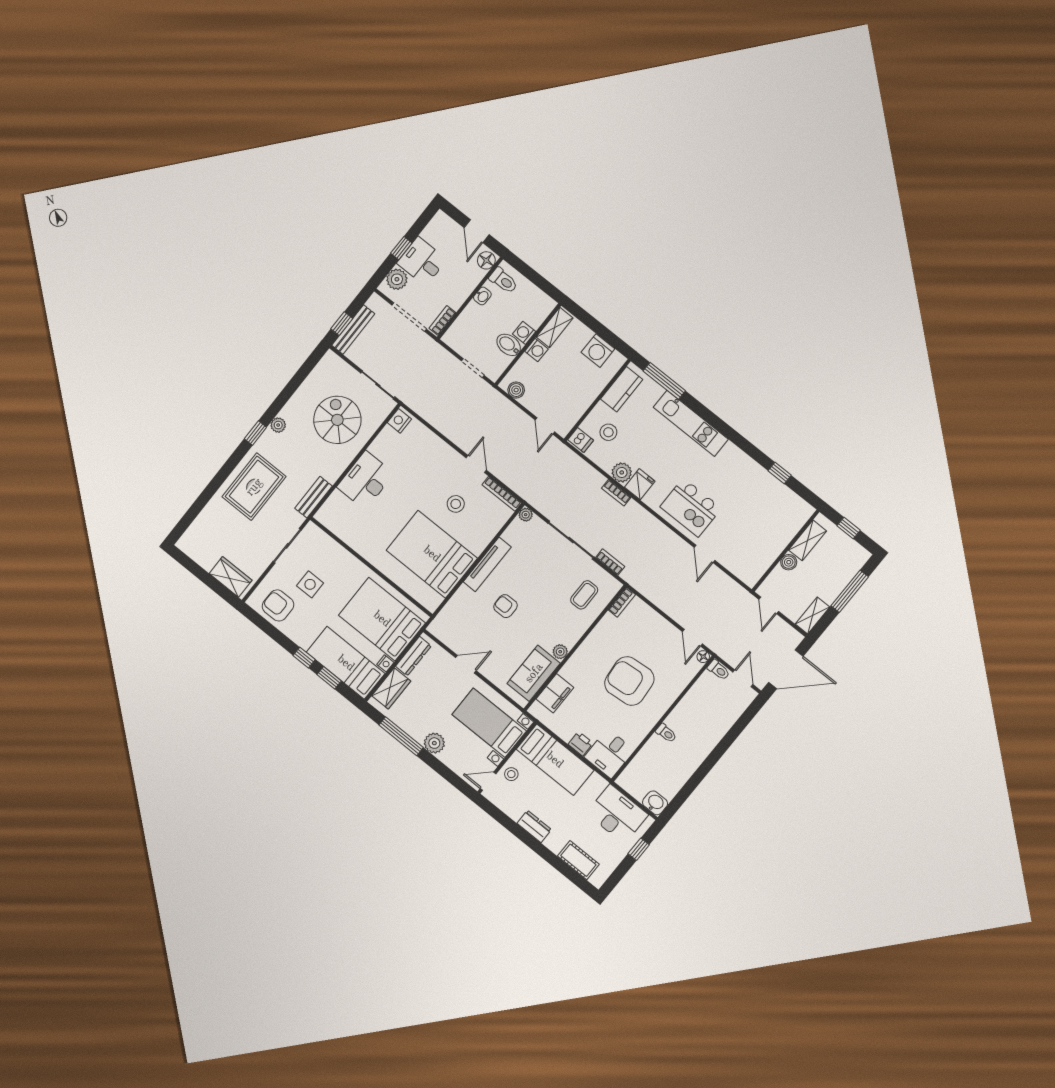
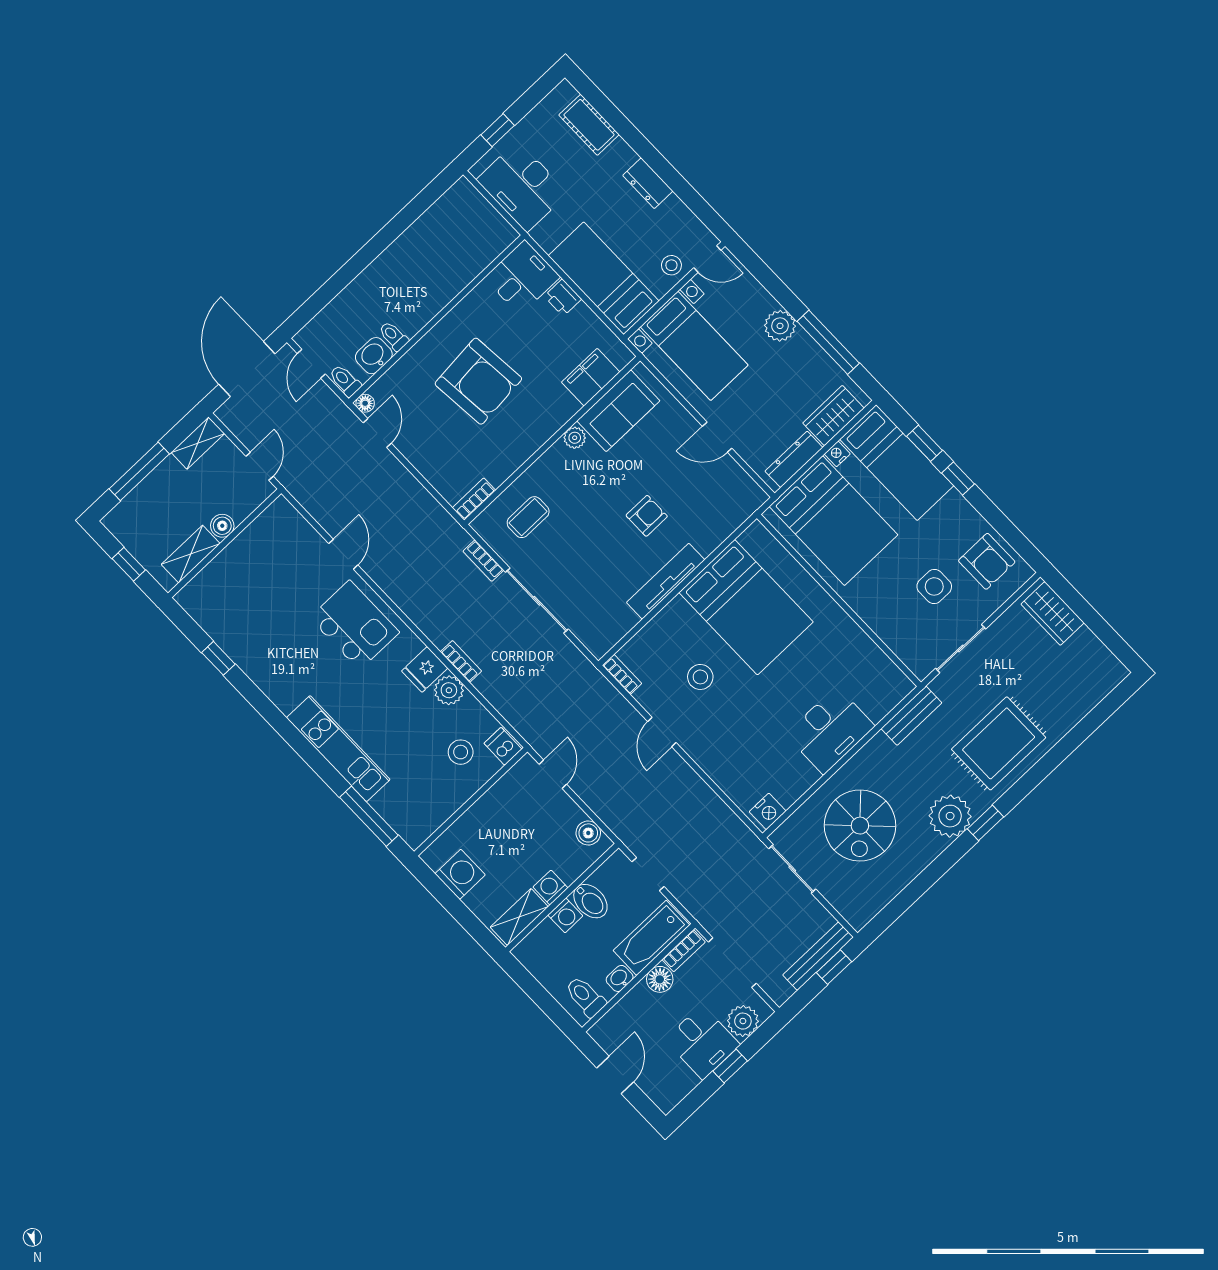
floor lamp: (486, 260) -> (660, 979), moved
bathtub: (465, 326) -> (651, 938), added
kitchen counter: (622, 389) -> (433, 812), removed
plant: (278, 425) -> (950, 816), width x1.87, depth x1.87
bookcase: (502, 494) -> (622, 674), width x0.64
plant: (526, 515) -> (599, 647), removed
armchair: (506, 606) -> (647, 516), turned -90
door: (786, 669) -> (247, 369), hinge flipped
toilet: (666, 733) -> (393, 336), moved
washbasin: (655, 803) -> (374, 356), moved, turned 90

